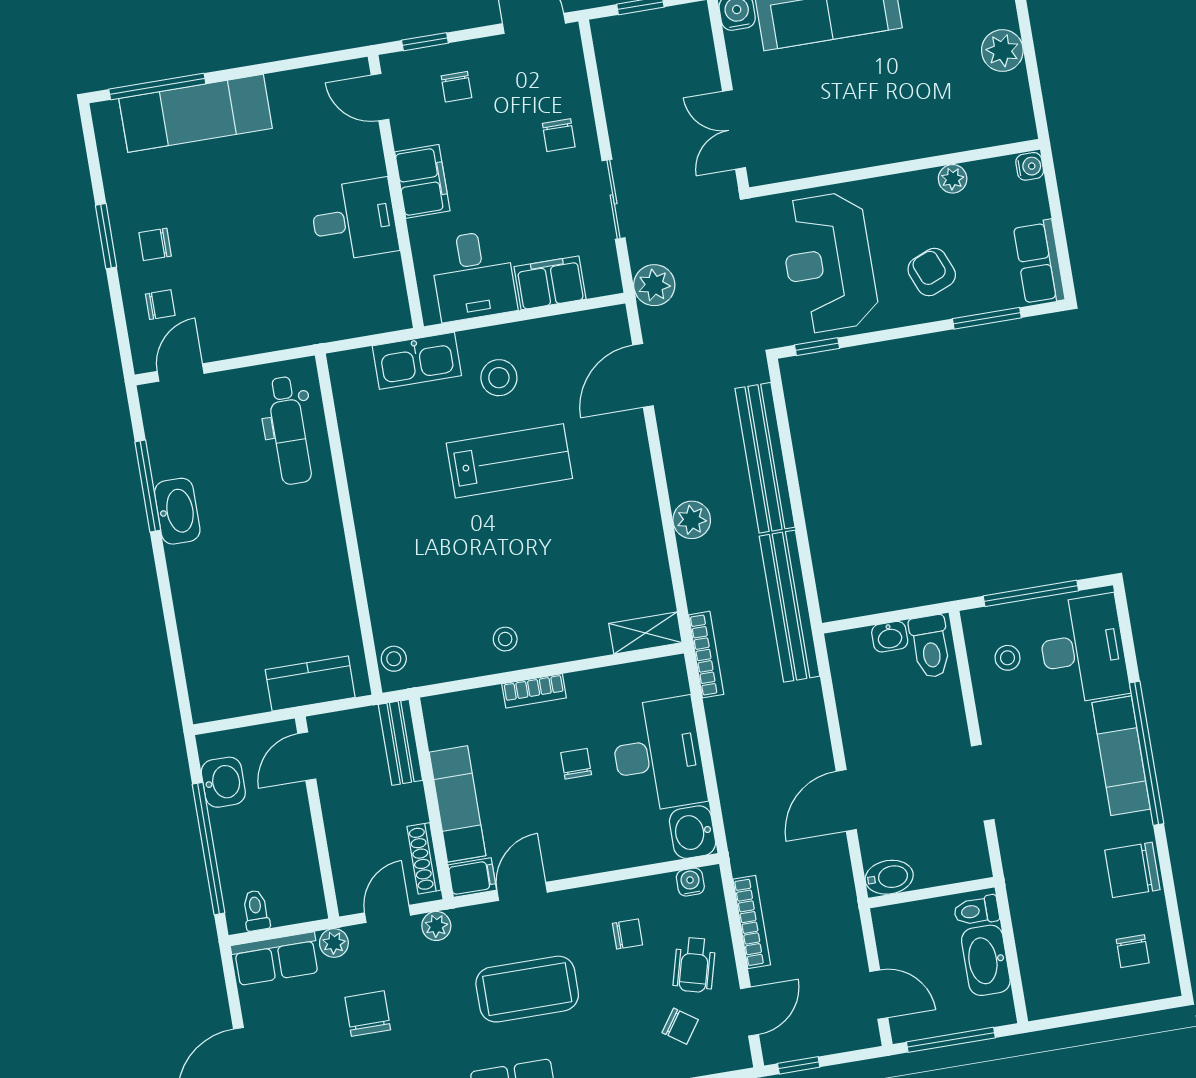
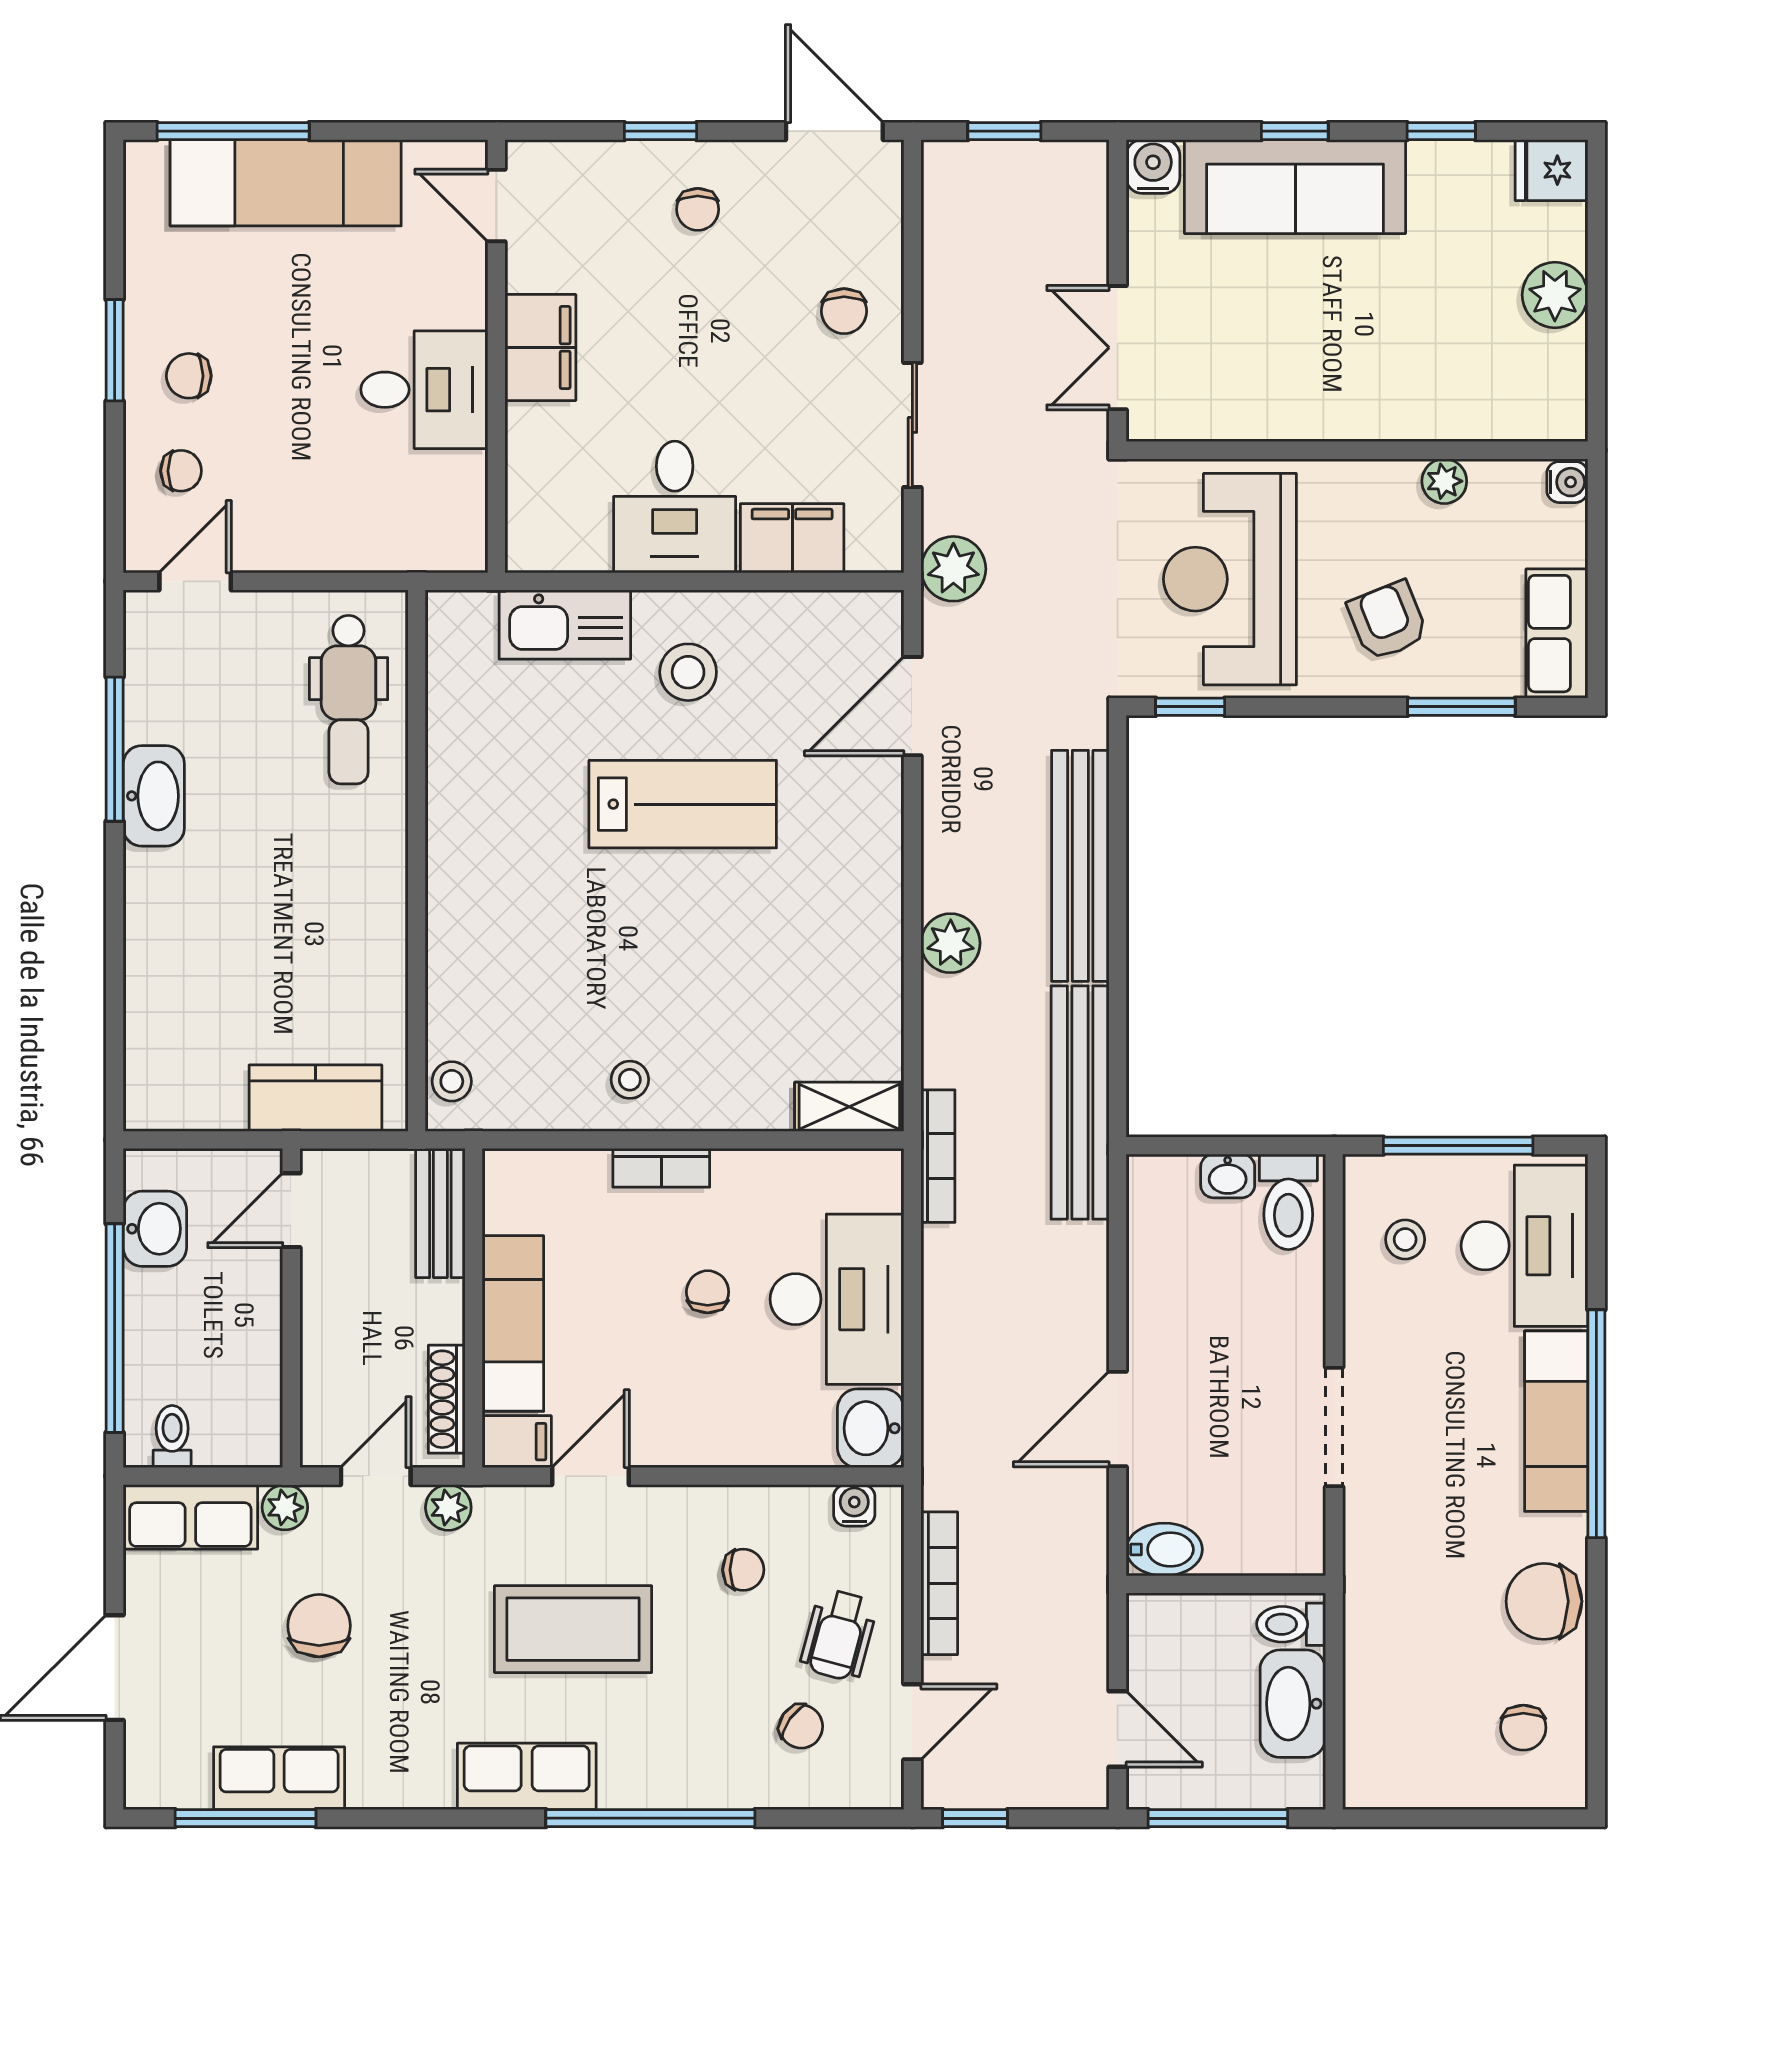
door: (380, 97) -> (496, 205), moved
filing cabinet: (422, 181) -> (540, 348), moved
wall: (396, 191) -> (496, 356), moved
desk: (354, 220) -> (424, 390), moved

